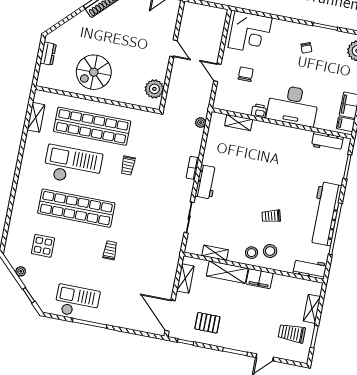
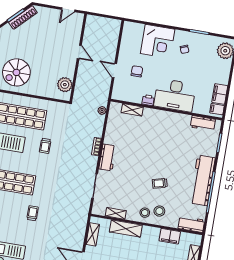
corner desk: (250, 33) -> (158, 41), moved
filing cabinet: (260, 279) -> (170, 236), moved

